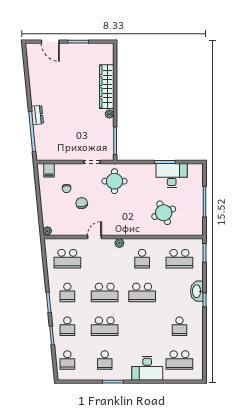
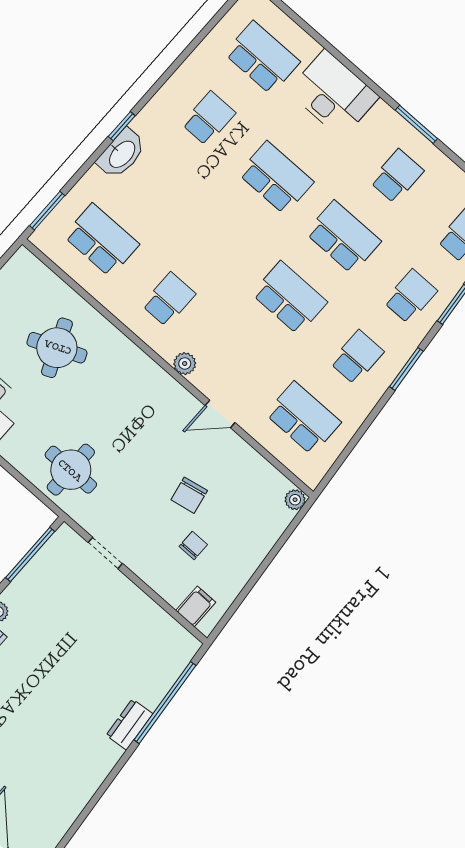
round table: (114, 181) -> (71, 470), moved
school desk: (142, 292) -> (276, 178), moved

